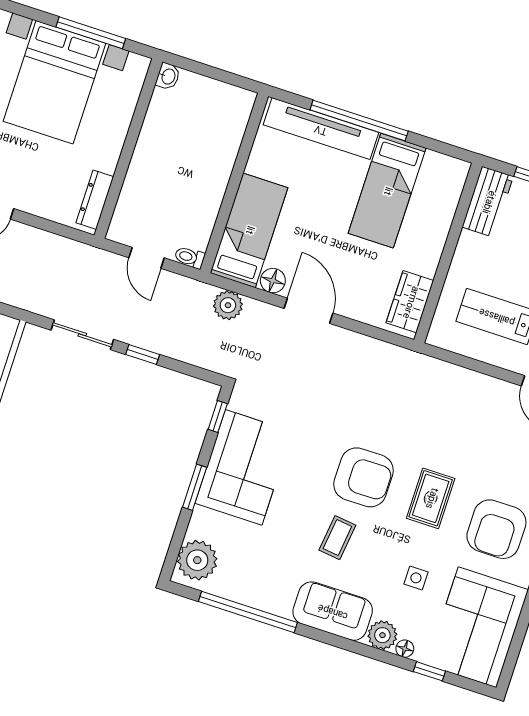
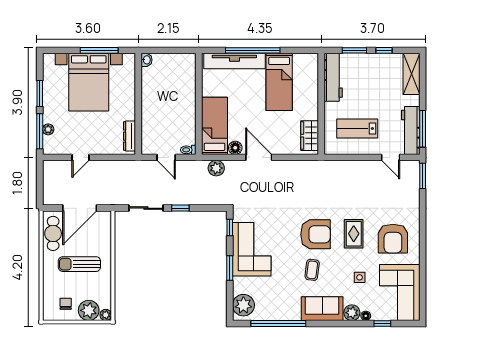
workbench: (488, 202) -> (333, 77), width x1.38

